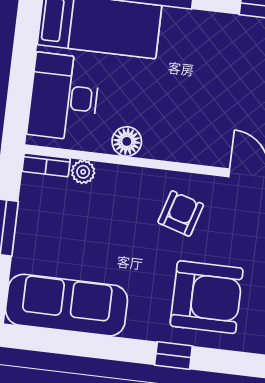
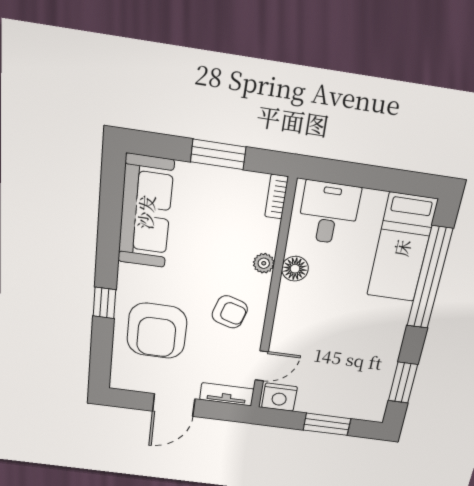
desk: (64, 97) -> (329, 213), width x0.73
plant: (83, 172) -> (264, 263), moved

